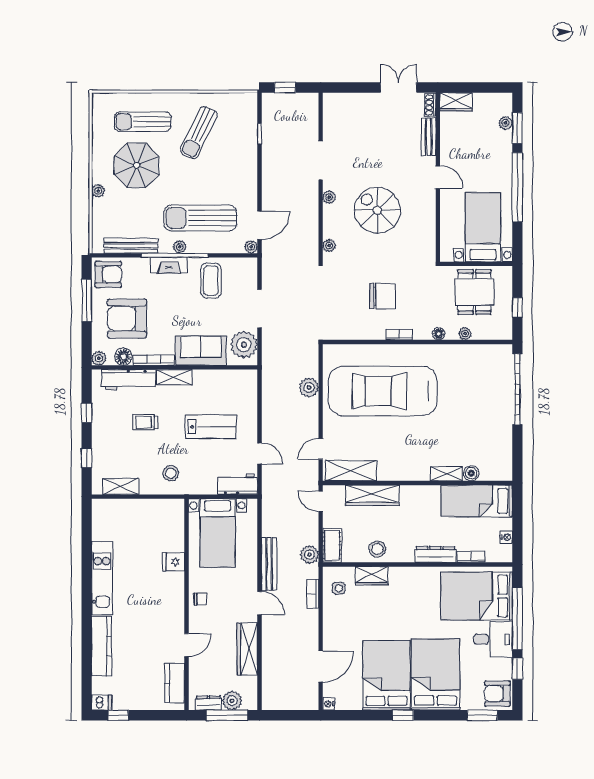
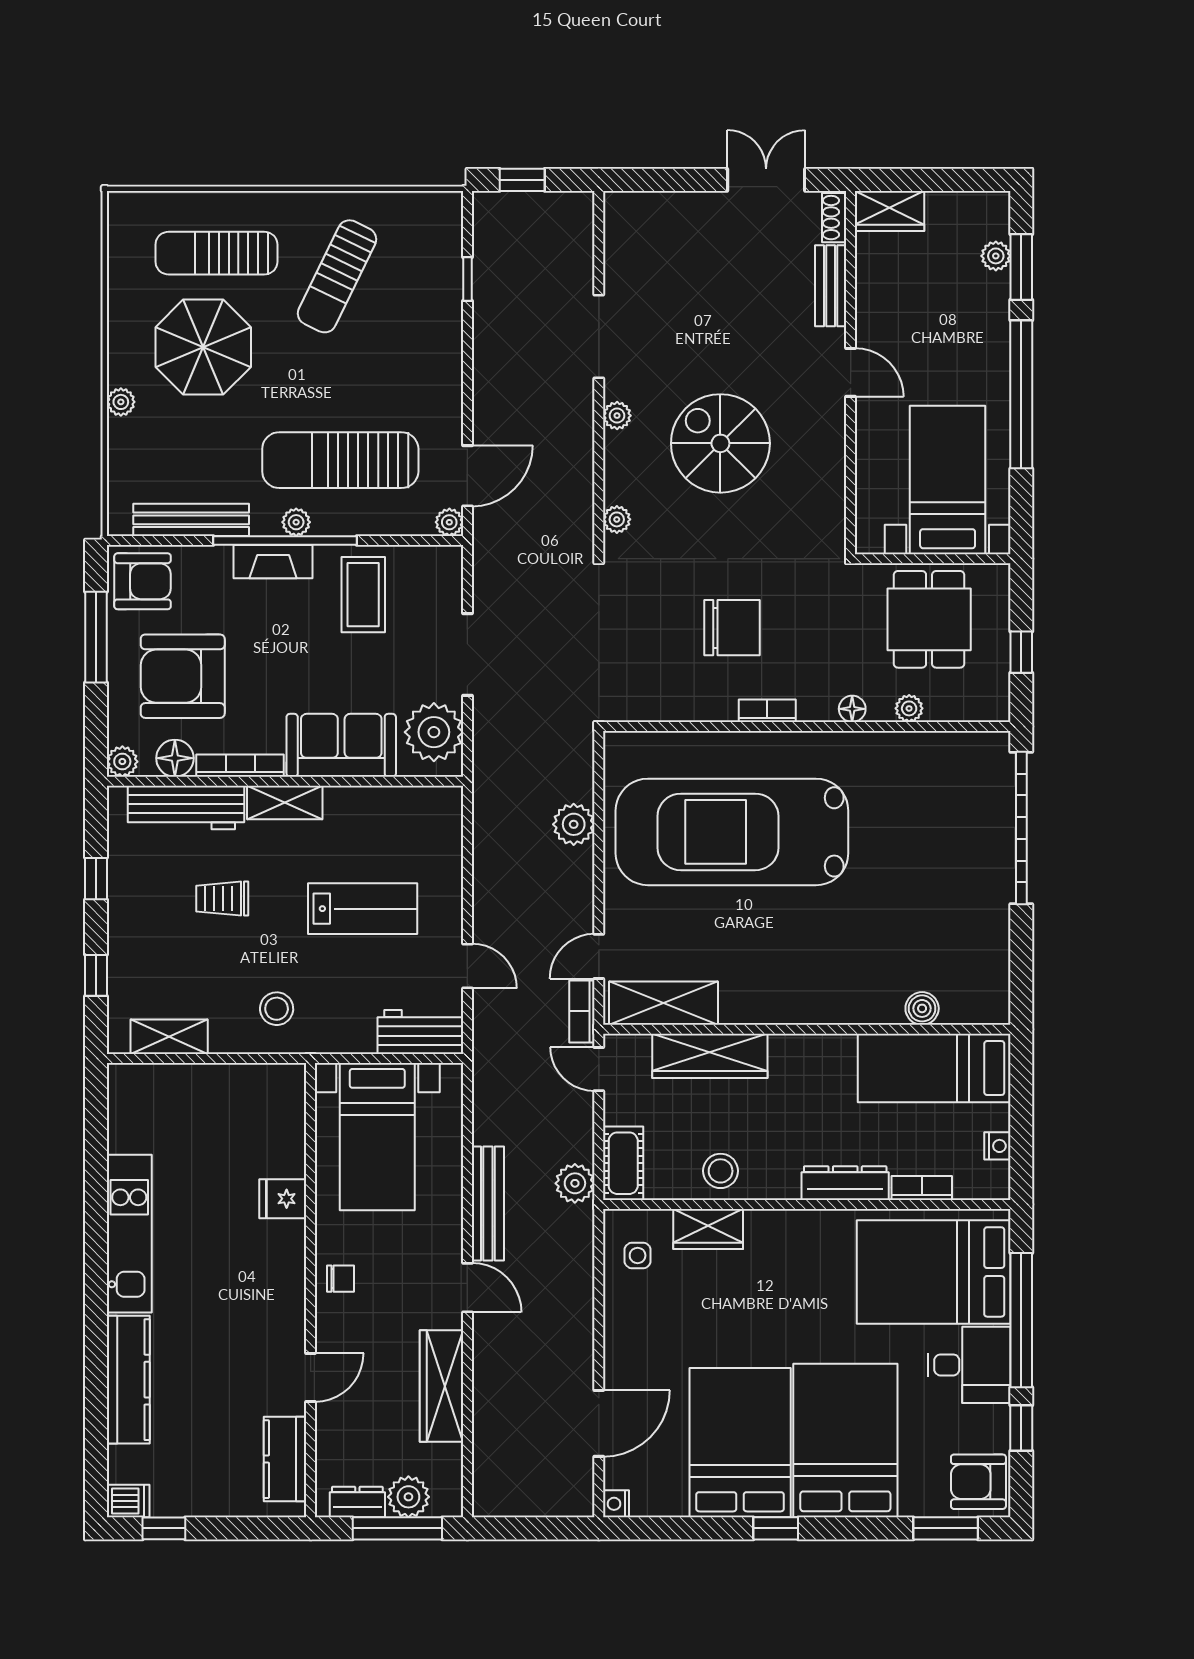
shelving: (446, 474) -> (869, 1010), removed
bookcase: (313, 594) -> (582, 1011), moved

